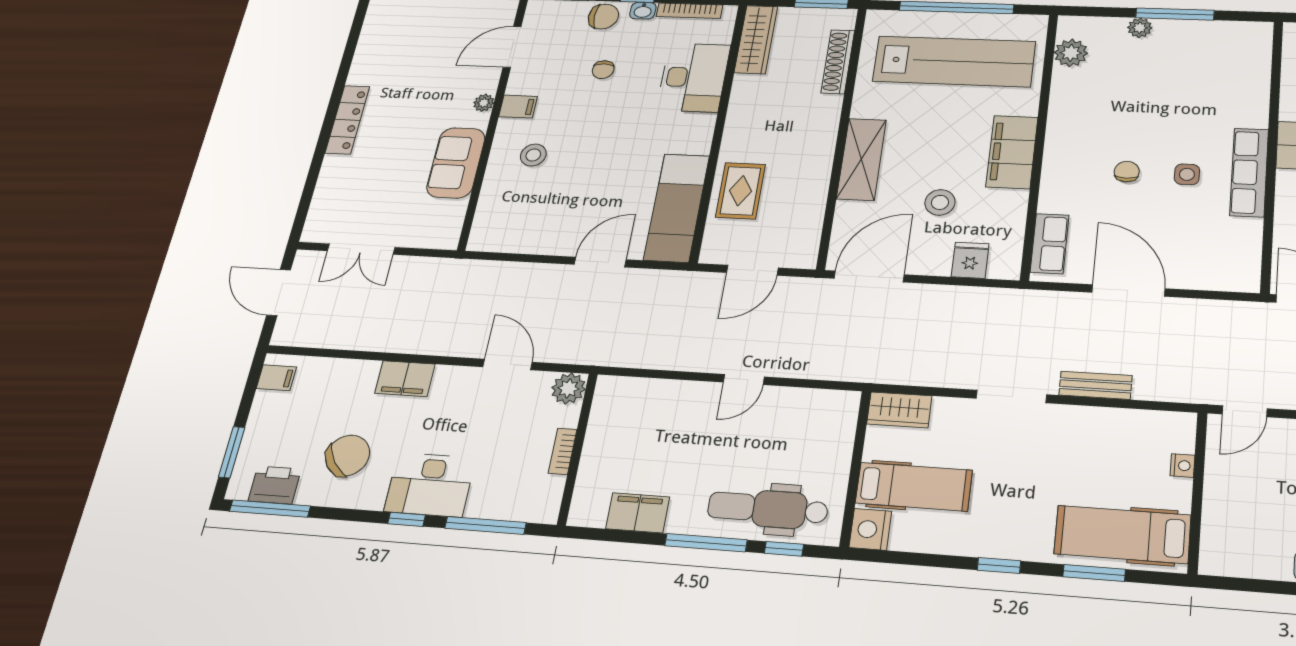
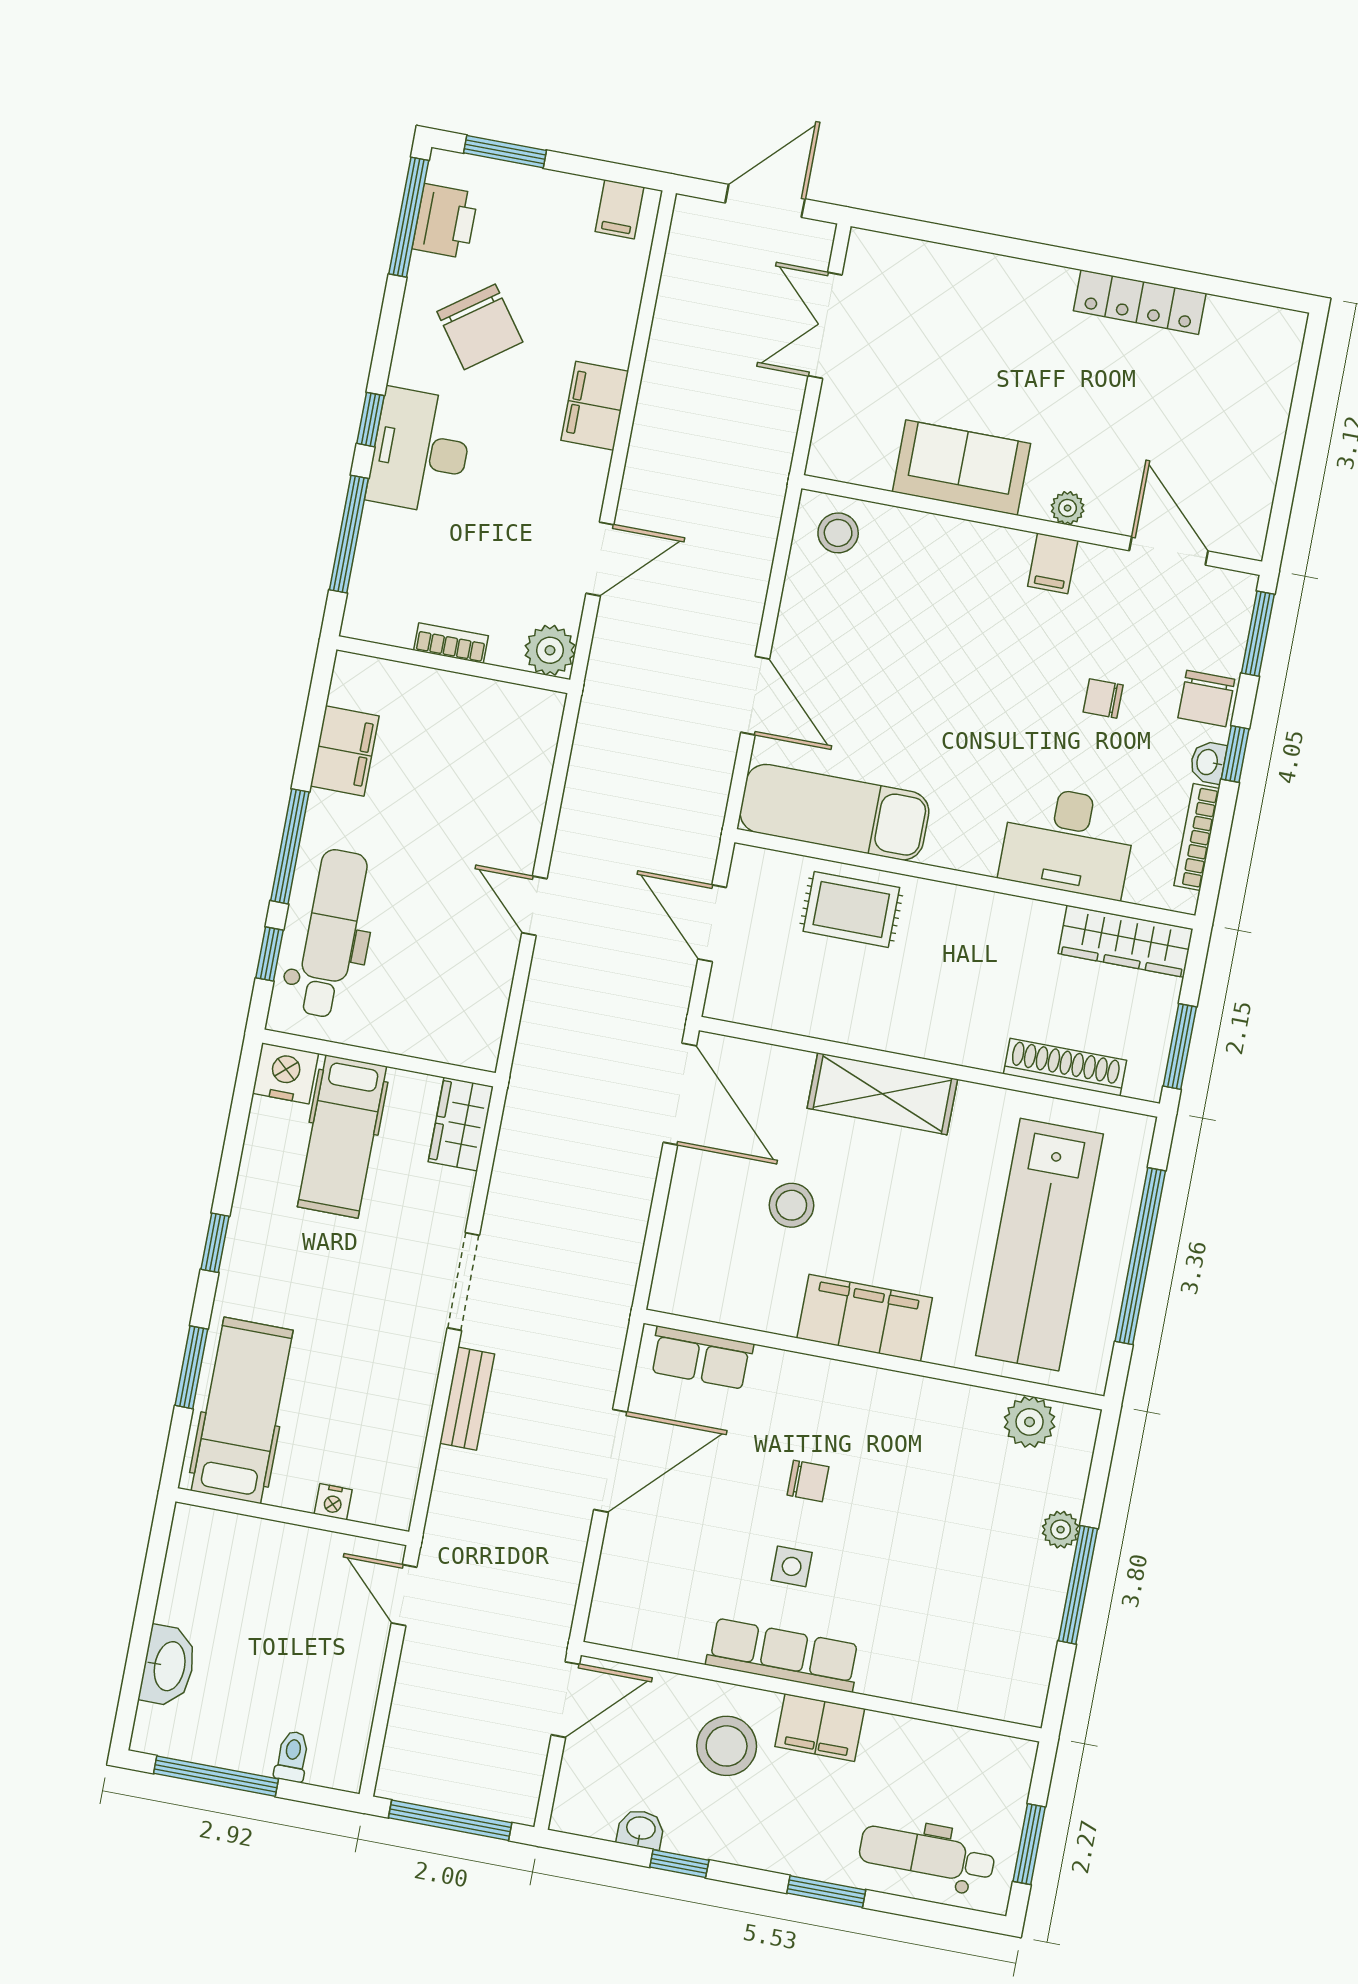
locker: (347, 120) -> (1140, 302), moved
stool: (533, 155) -> (838, 533), moved
fridge: (970, 260) -> (688, 1242), removed

